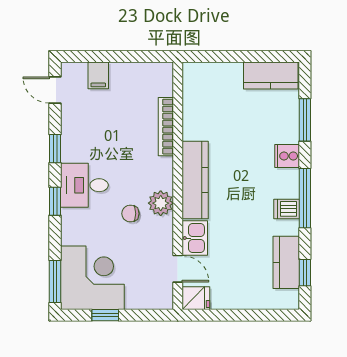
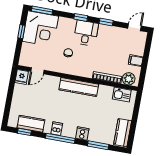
filing cabinet: (98, 75) -> (136, 61), moved
plant: (161, 203) -> (129, 79), moved
kitchen sink: (195, 238) -> (122, 95), moved

